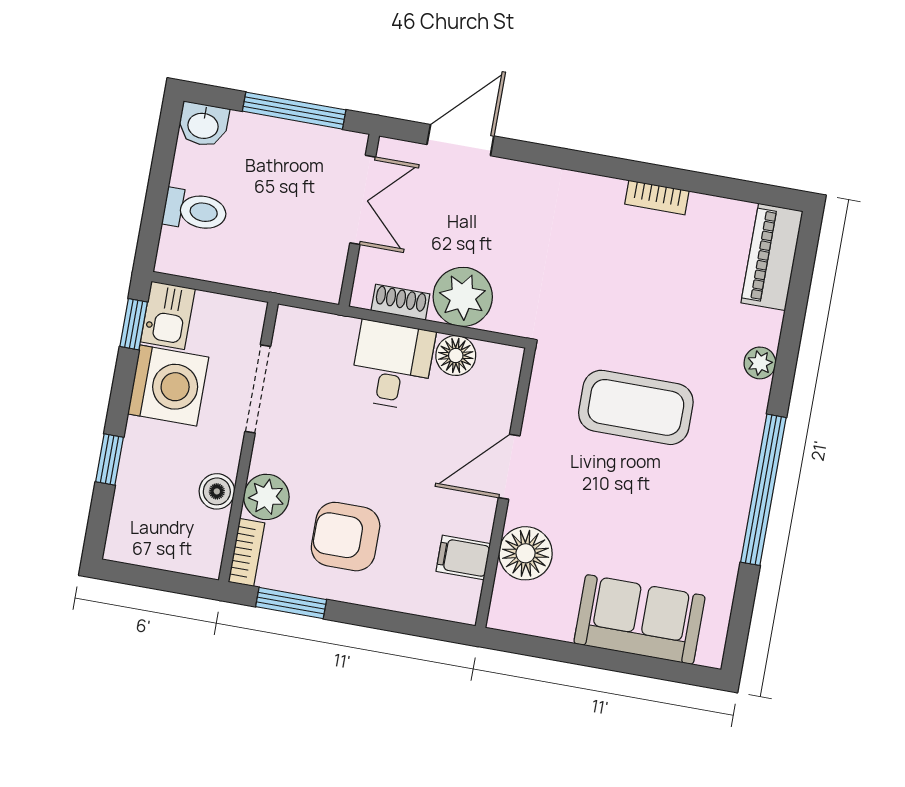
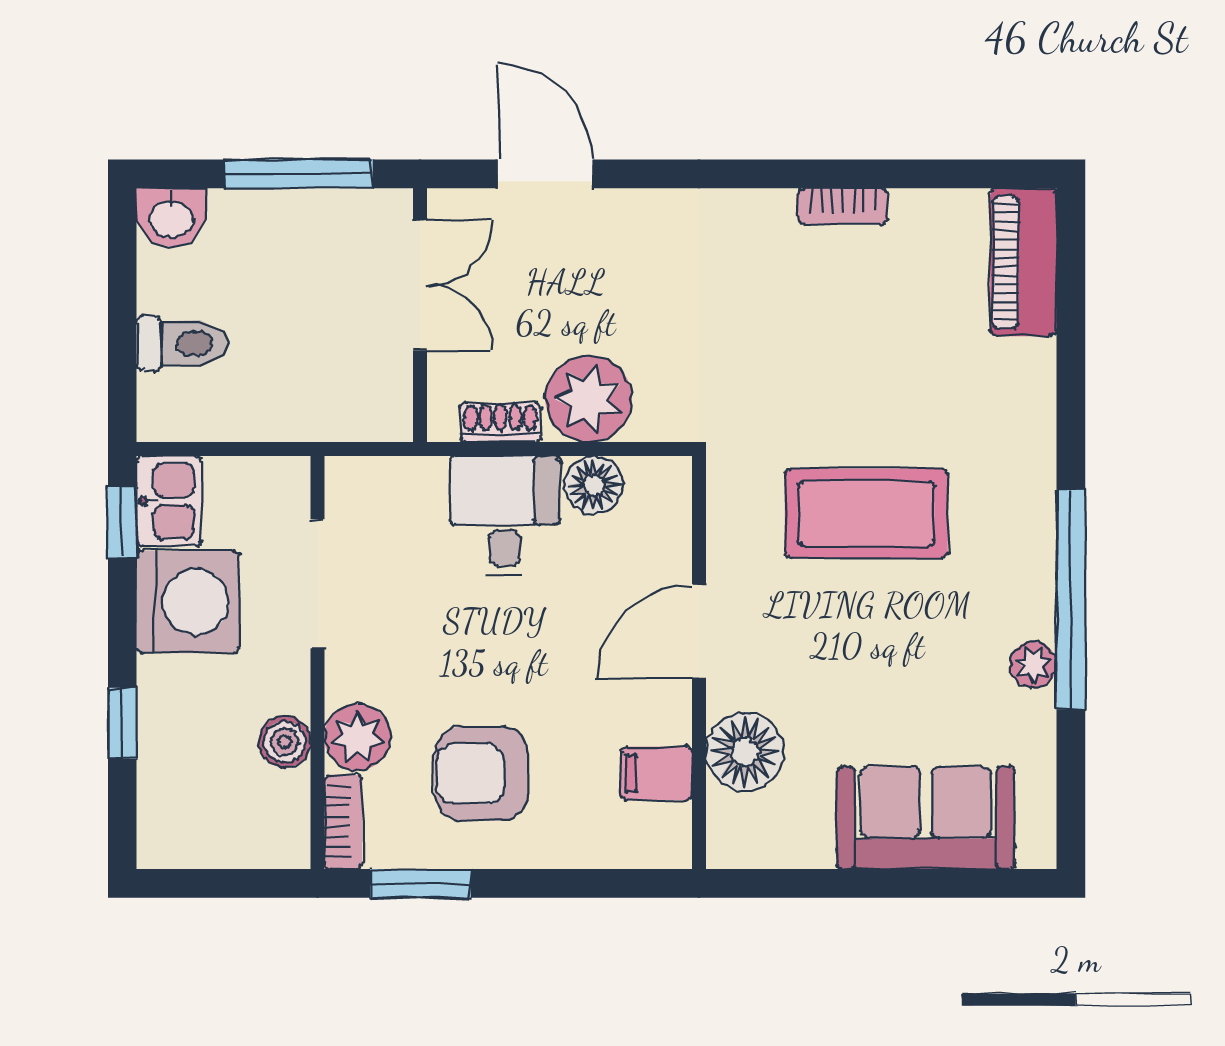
door: (460, 140) -> (545, 174), hinge flipped
plant: (760, 363) -> (1033, 665), moved

